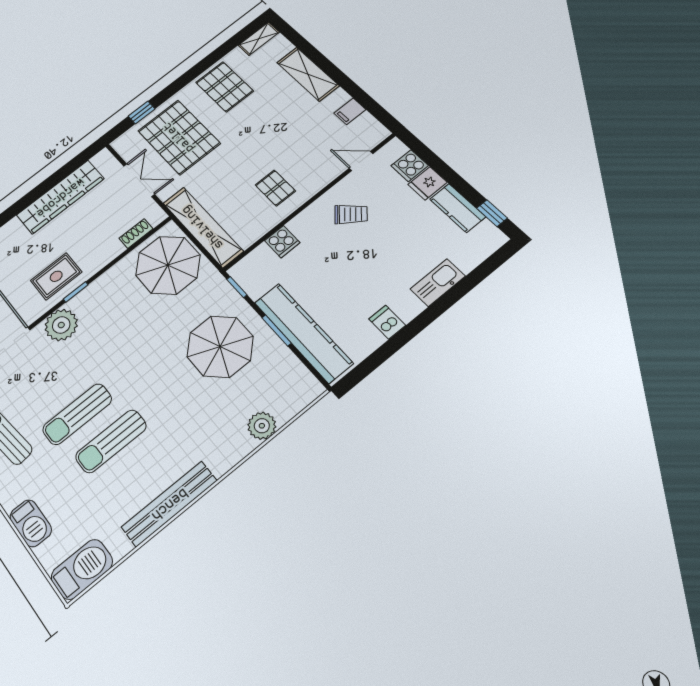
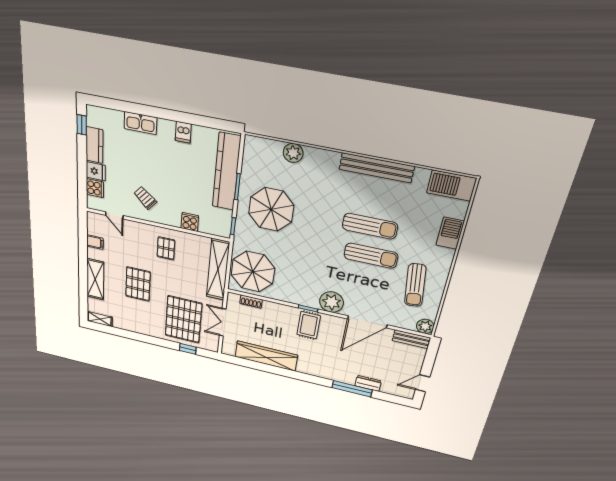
pallet: (225, 87) -> (138, 284), moved
rug: (56, 276) -> (309, 325), turned 90

